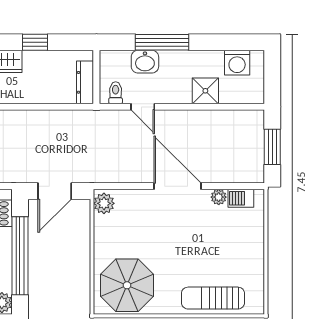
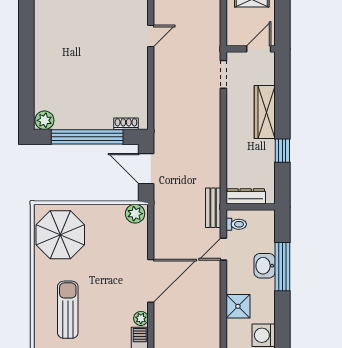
washbasin: (145, 62) -> (265, 266), moved
bench: (98, 118) -> (213, 208), added
sun lounger: (213, 298) -> (68, 310), moved

